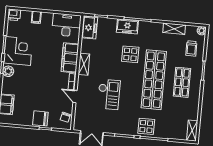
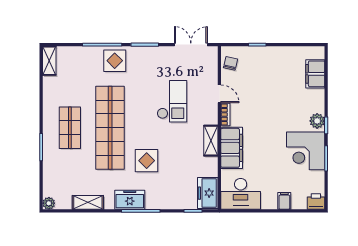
freezer: (127, 26) -> (130, 200), moved
trolley: (191, 48) -> (61, 177), removed
checkout: (109, 94) -> (172, 101), turned 180
chair: (40, 118) -> (265, 58), removed

